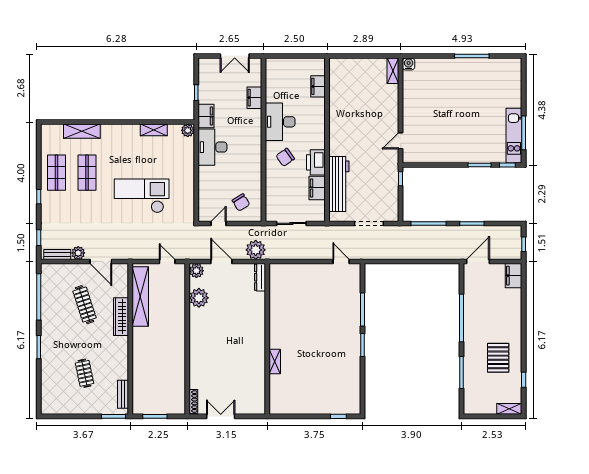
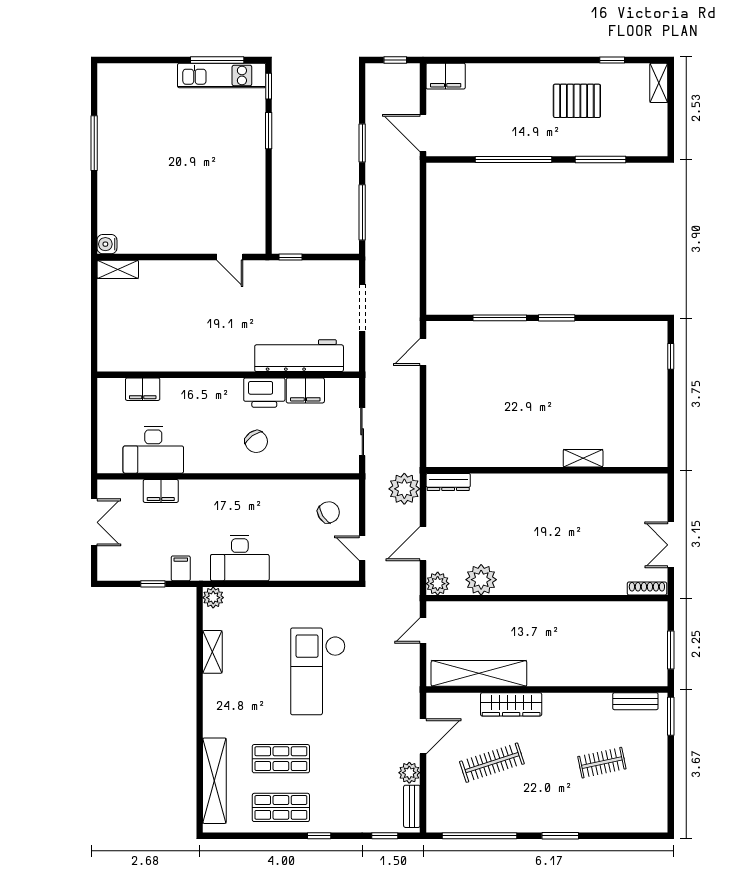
filing cabinet: (206, 116) -> (181, 568), width x0.50
desk: (280, 122) -> (153, 450), moved
shelving: (82, 131) -> (214, 781), width x1.47

